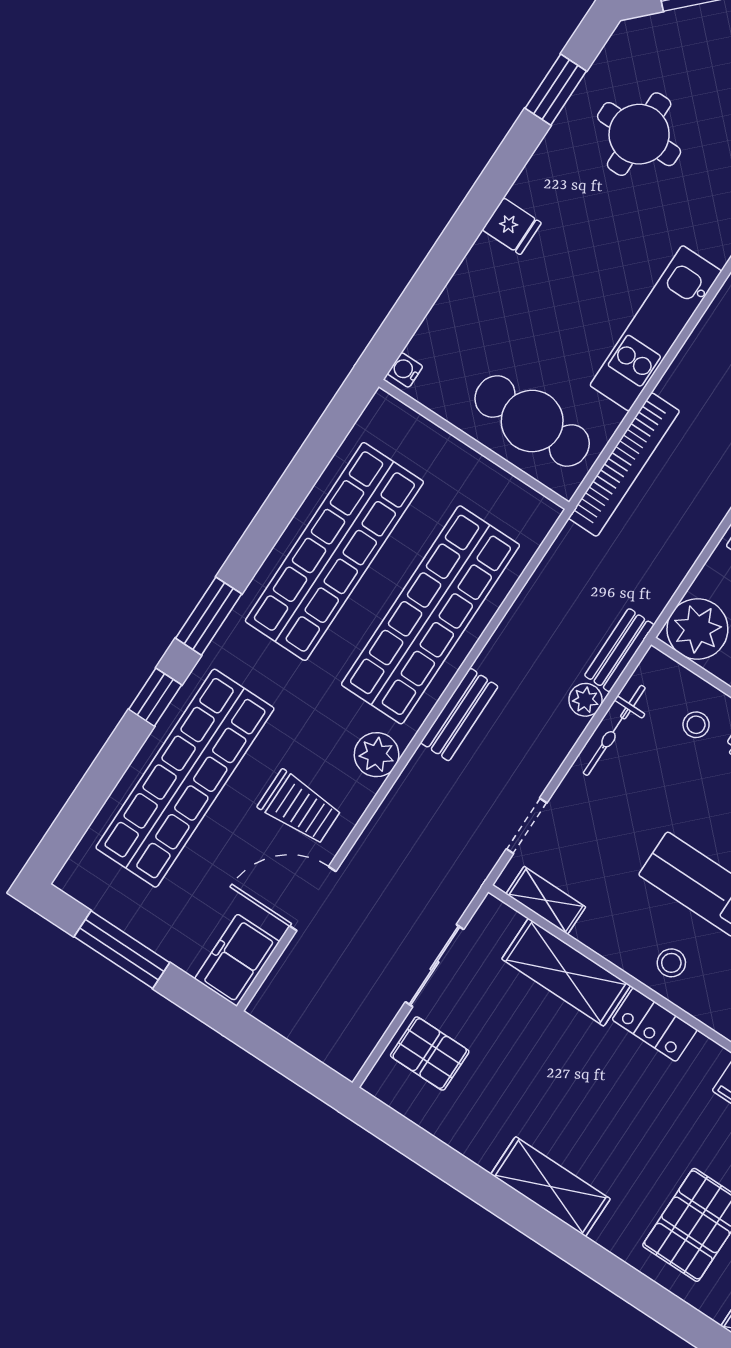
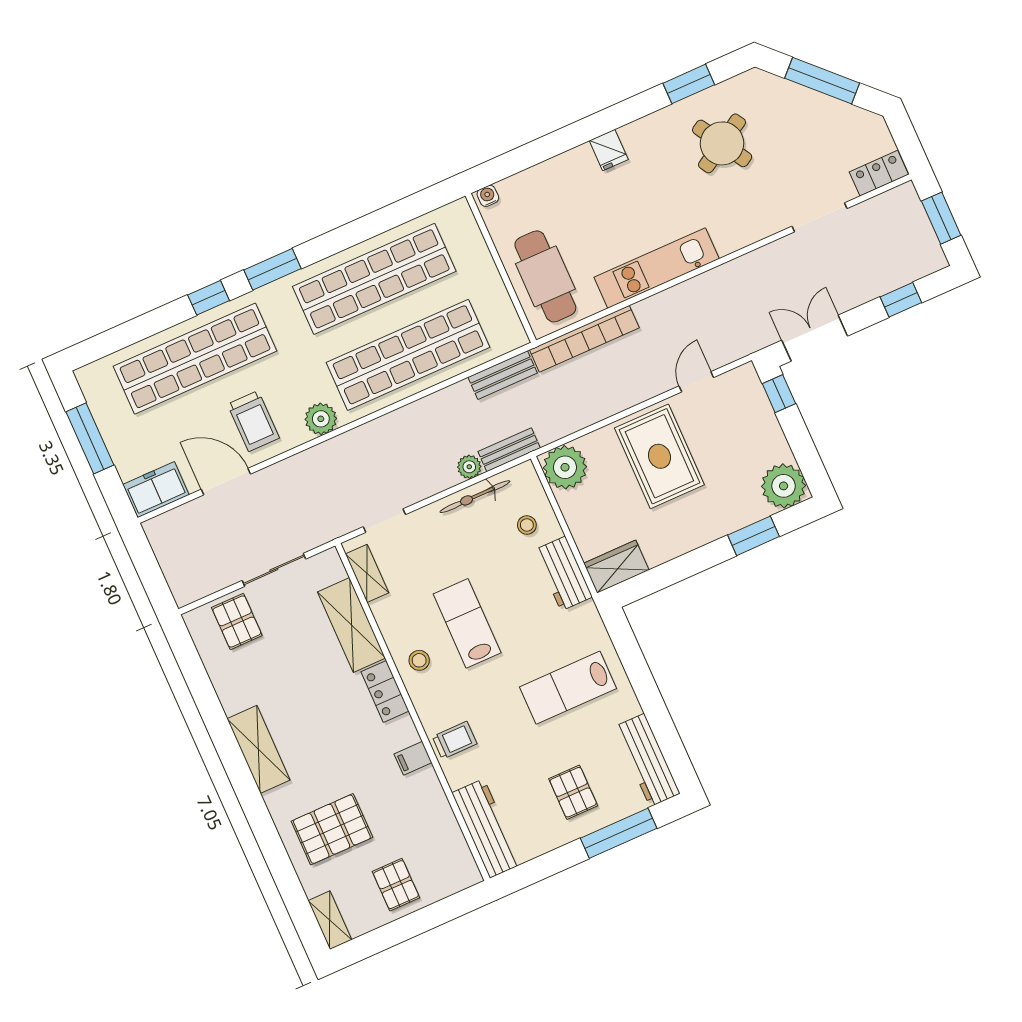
round table: (639, 134) -> (722, 143), turned -31
bench: (459, 715) -> (503, 375), moved

